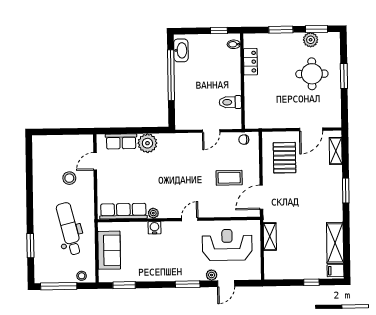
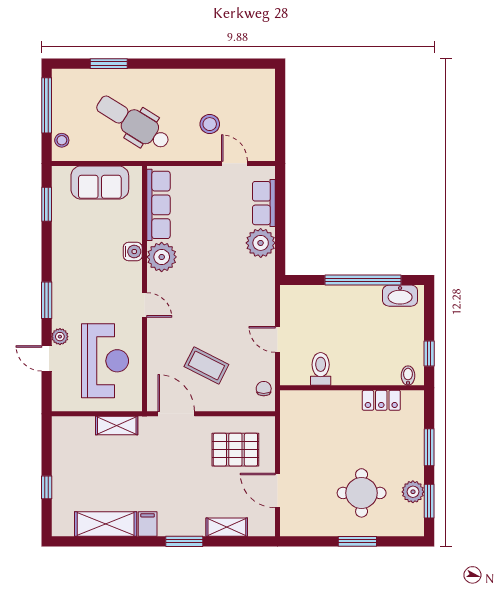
shelving: (336, 151) -> (227, 527), moved
coffee table: (229, 178) -> (206, 365), turned -63
plant: (153, 213) -> (162, 257), width x1.88, depth x1.88
dental chair: (69, 229) -> (133, 123), turned -134
filing cabinet: (335, 271) -> (148, 524), moved

